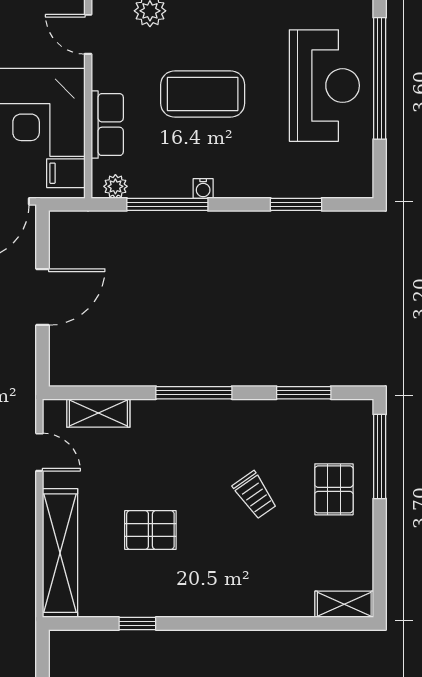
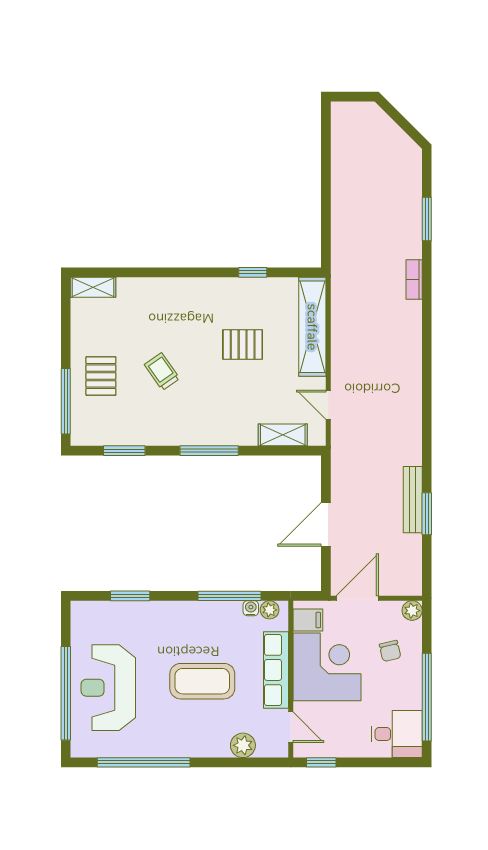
row of seats: (107, 125) -> (276, 670), width x1.48
water cooler: (203, 188) -> (251, 608), moved

